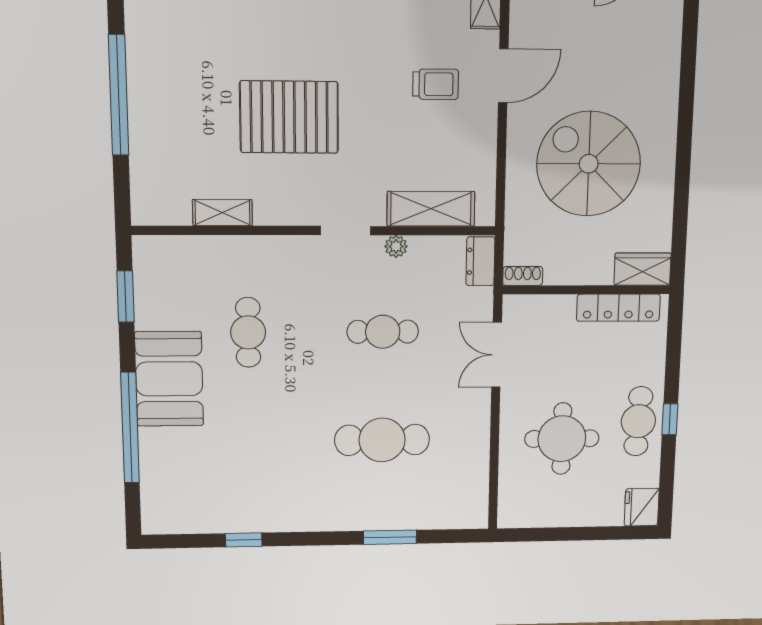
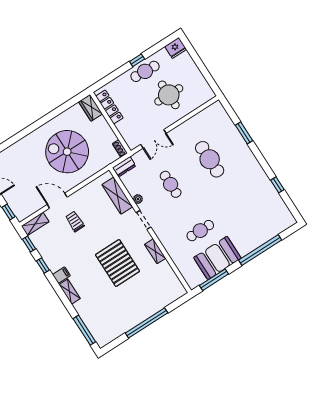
spiral stairs: (589, 164) -> (67, 152), turned 90
shelving: (222, 213) -> (155, 251), moved
window: (126, 297) -> (214, 280), width x1.44
booth: (169, 379) -> (217, 258), moved

